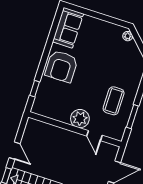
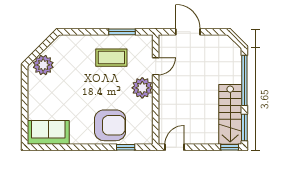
plant: (128, 36) -> (43, 65), width x1.87, depth x1.87
armchair: (61, 66) -> (110, 125), moved
door: (15, 151) -> (175, 147), moved

